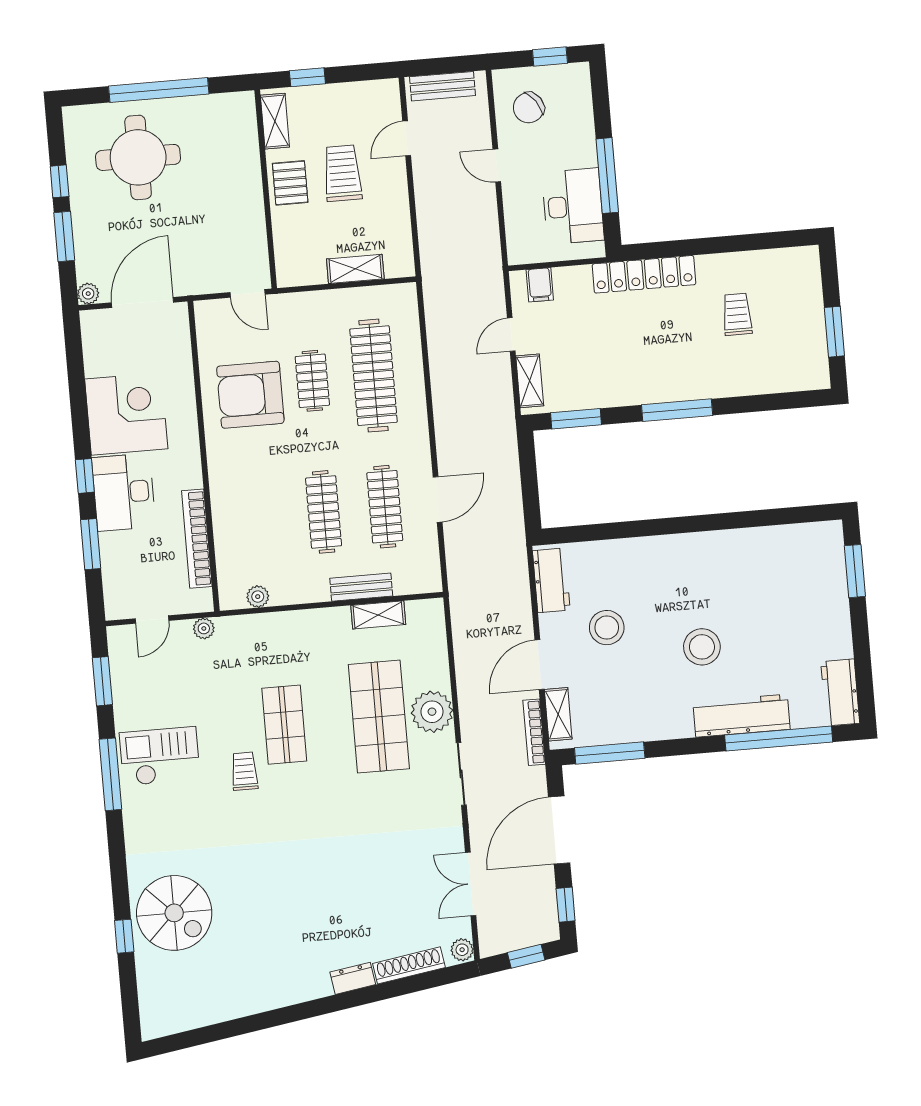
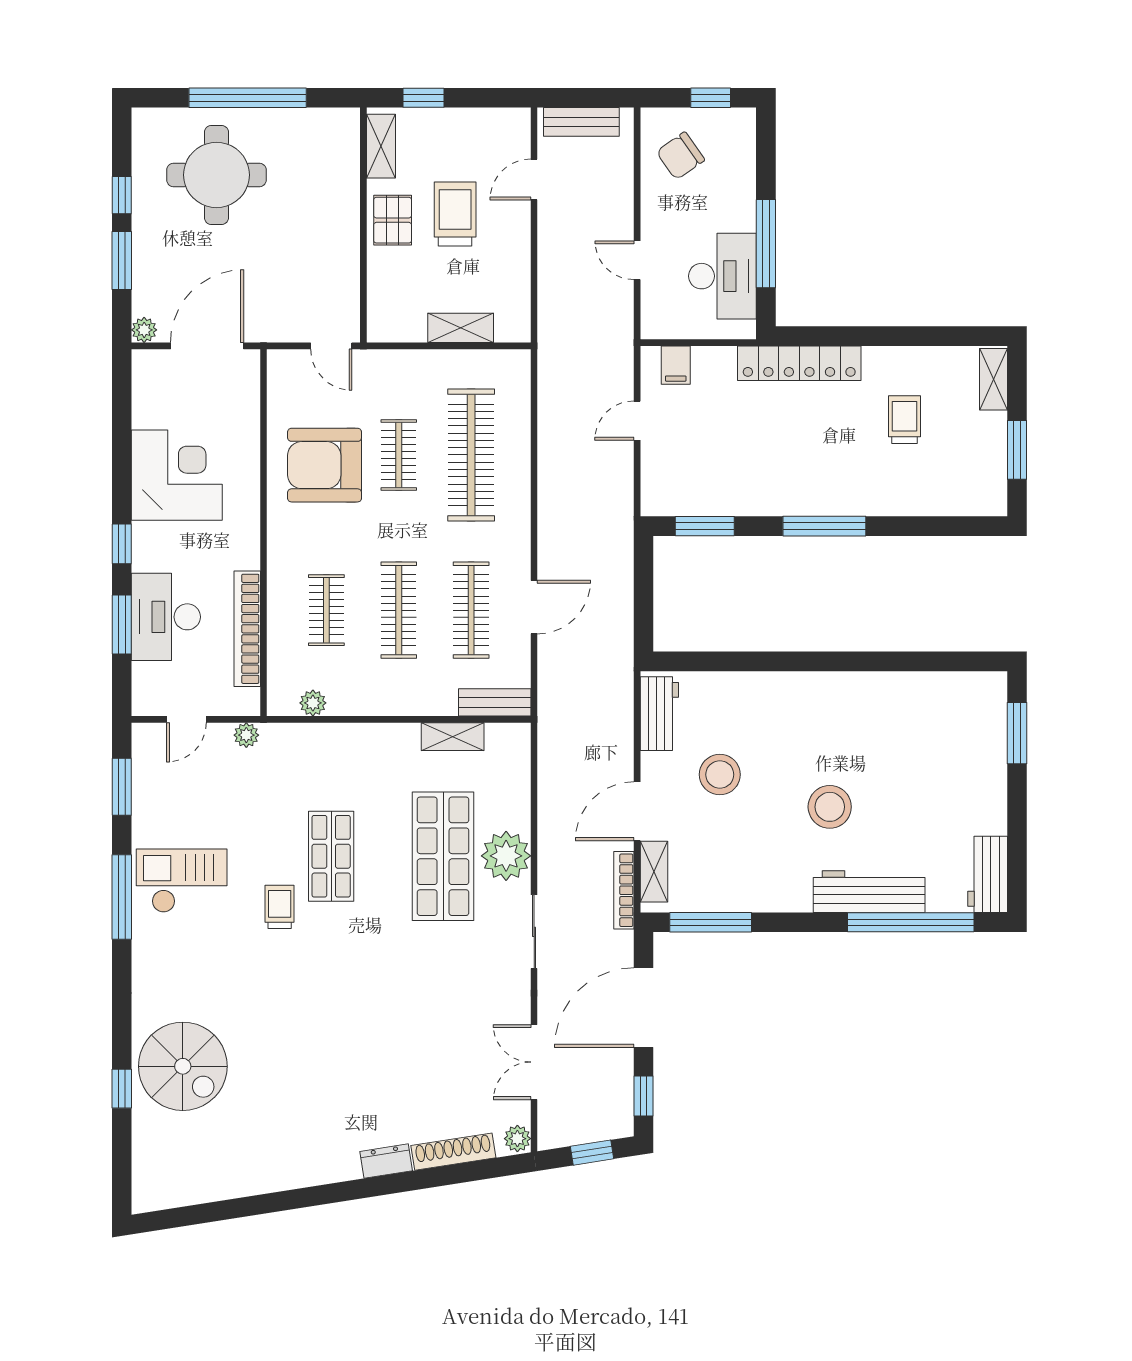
door: (497, 166) -> (637, 260), moved
shelving: (530, 381) -> (994, 379), moved
desk: (124, 492) -> (166, 617), moved
clothes rail: (262, 517) -> (326, 610), added
bench: (361, 587) -> (495, 702), moved

